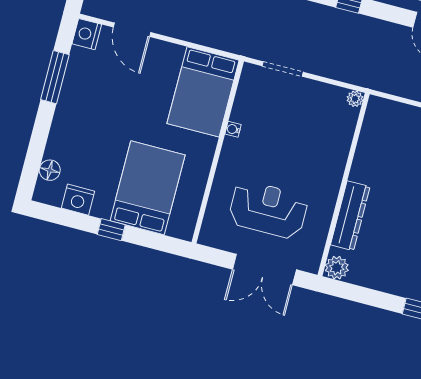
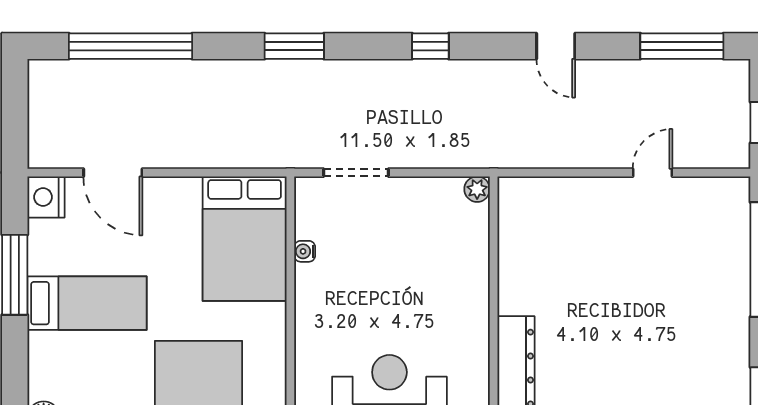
bed: (95, 106) -> (87, 303), added
water cooler: (233, 129) -> (305, 251), moved

